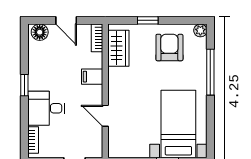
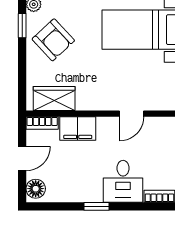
window: (148, 20) -> (22, 26), moved
armchair: (169, 48) -> (53, 40), turned -133
filing cabinet: (92, 77) -> (78, 129), width x2.00

